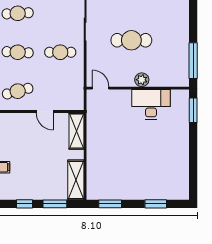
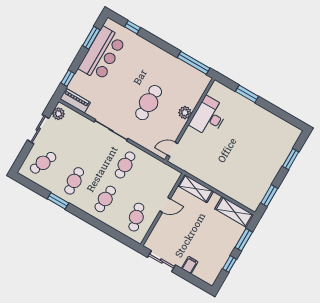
window: (193, 110) -> (247, 94), moved

